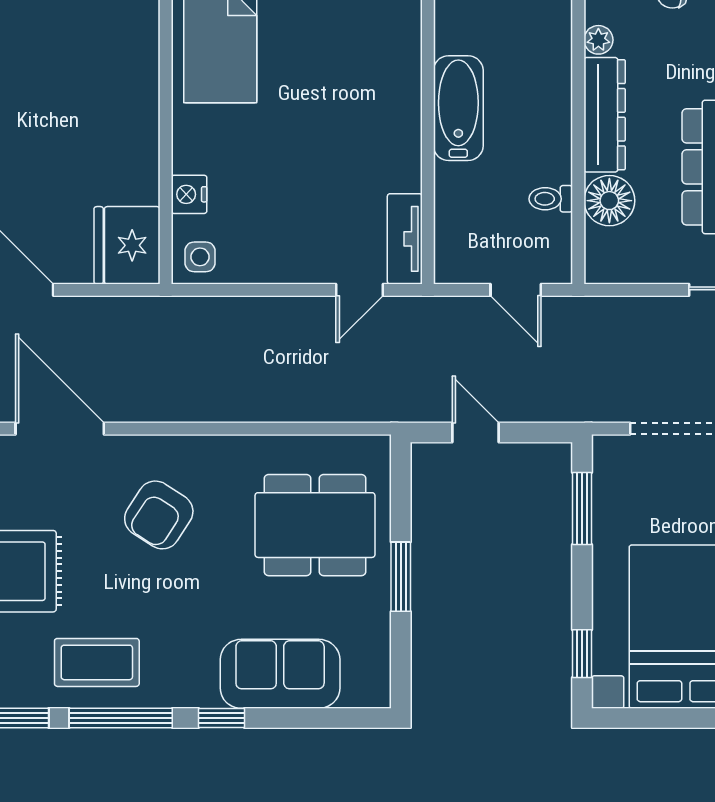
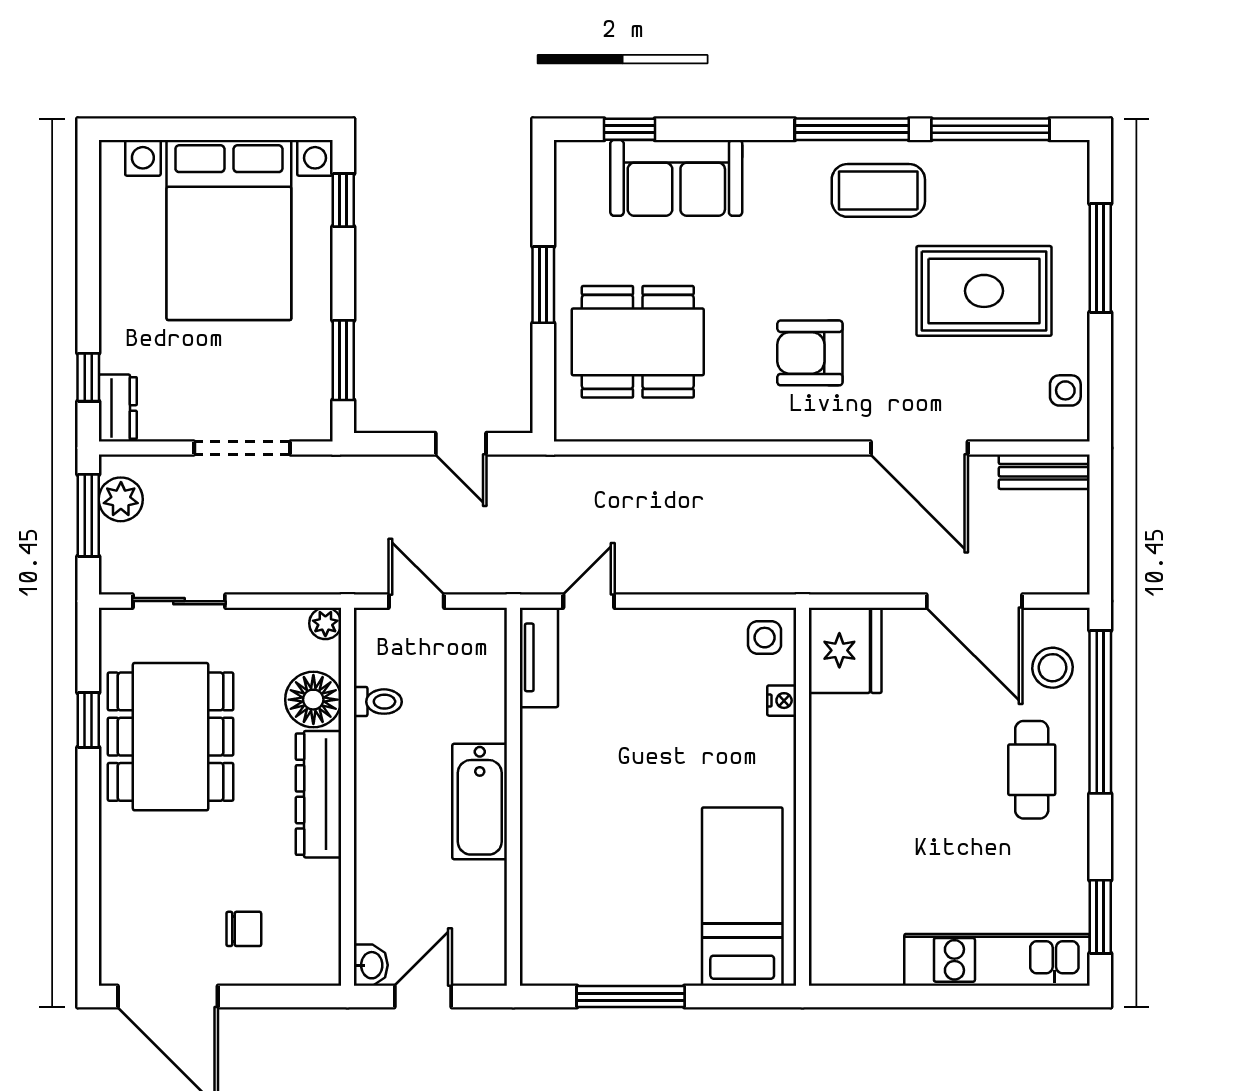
plant: (598, 40) -> (325, 623), moved
nightstand: (189, 194) -> (782, 701), width x0.72, depth x0.74
armchair: (159, 515) -> (810, 353), turned -123
window: (221, 718) -> (629, 129), moved

